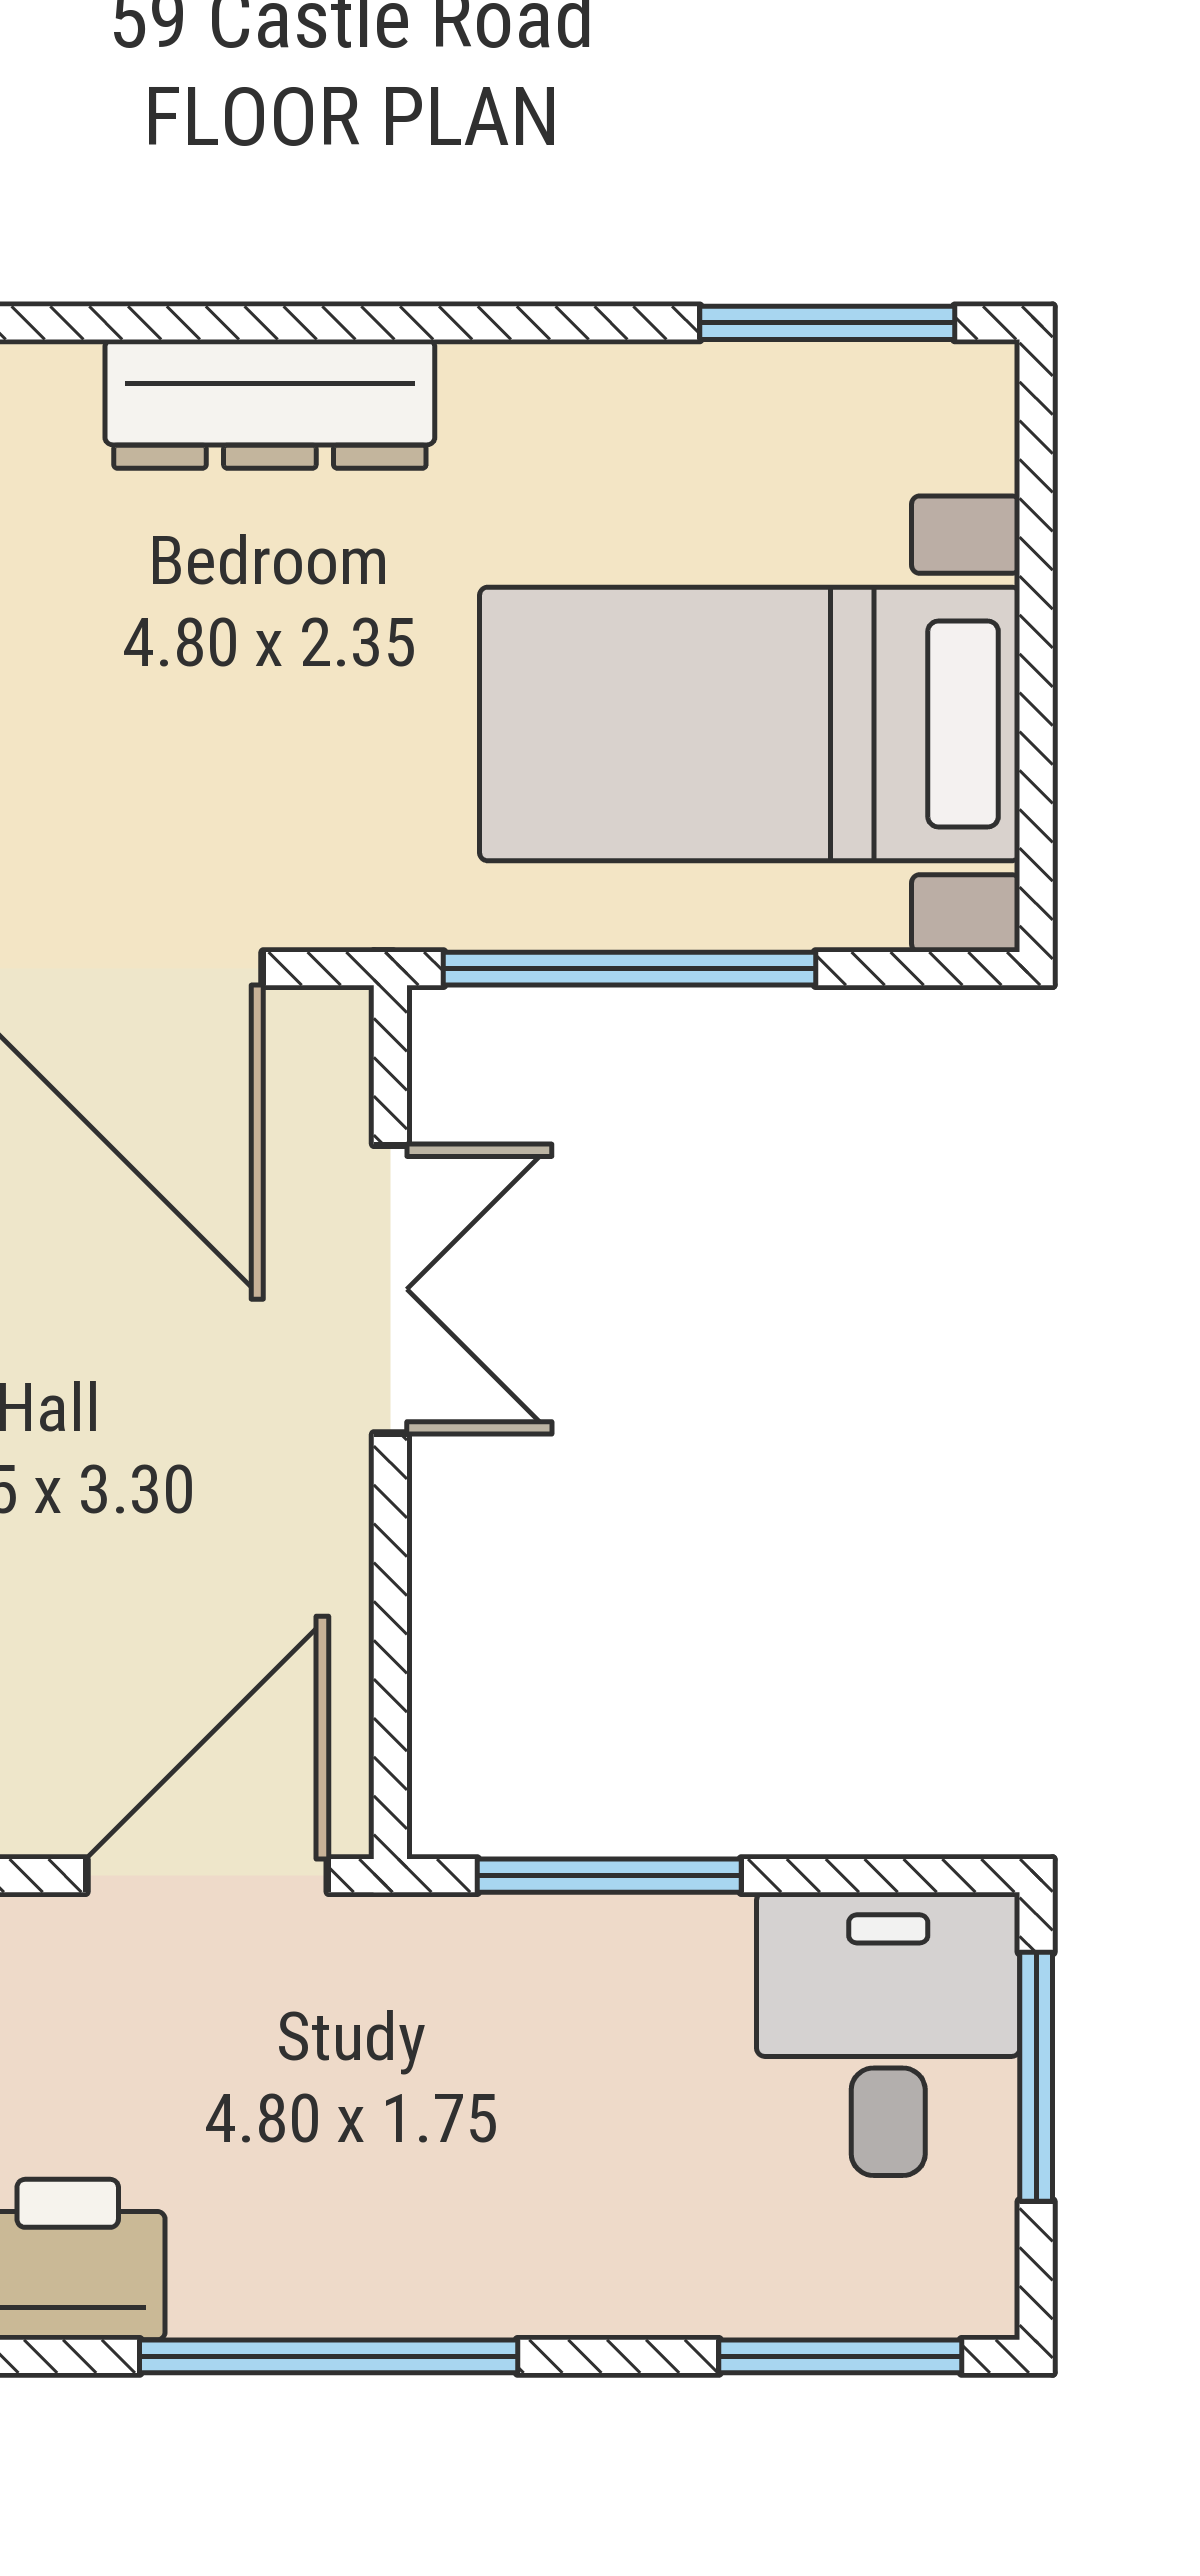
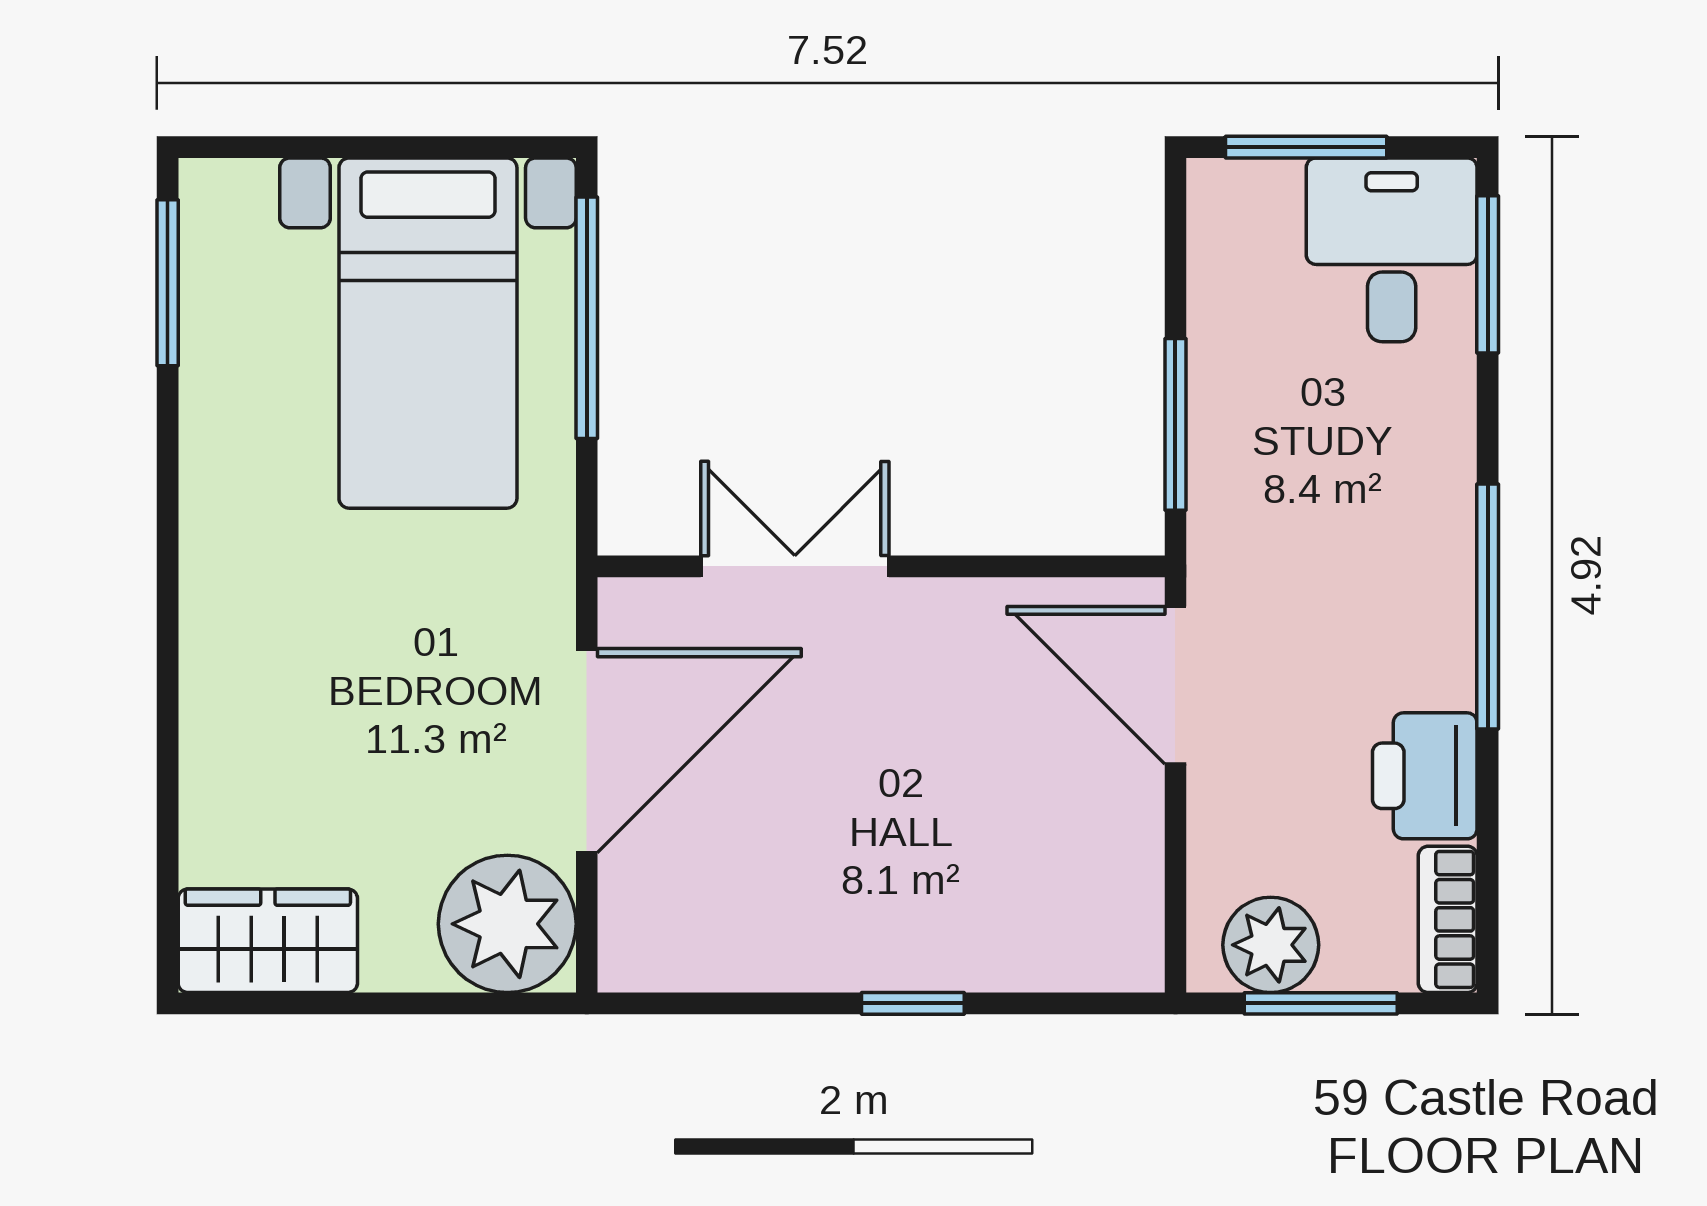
dresser: (270, 404) -> (220, 645), removed
window: (629, 969) -> (587, 318), moved
desk: (888, 2034) -> (1392, 250), moved, turned 90

